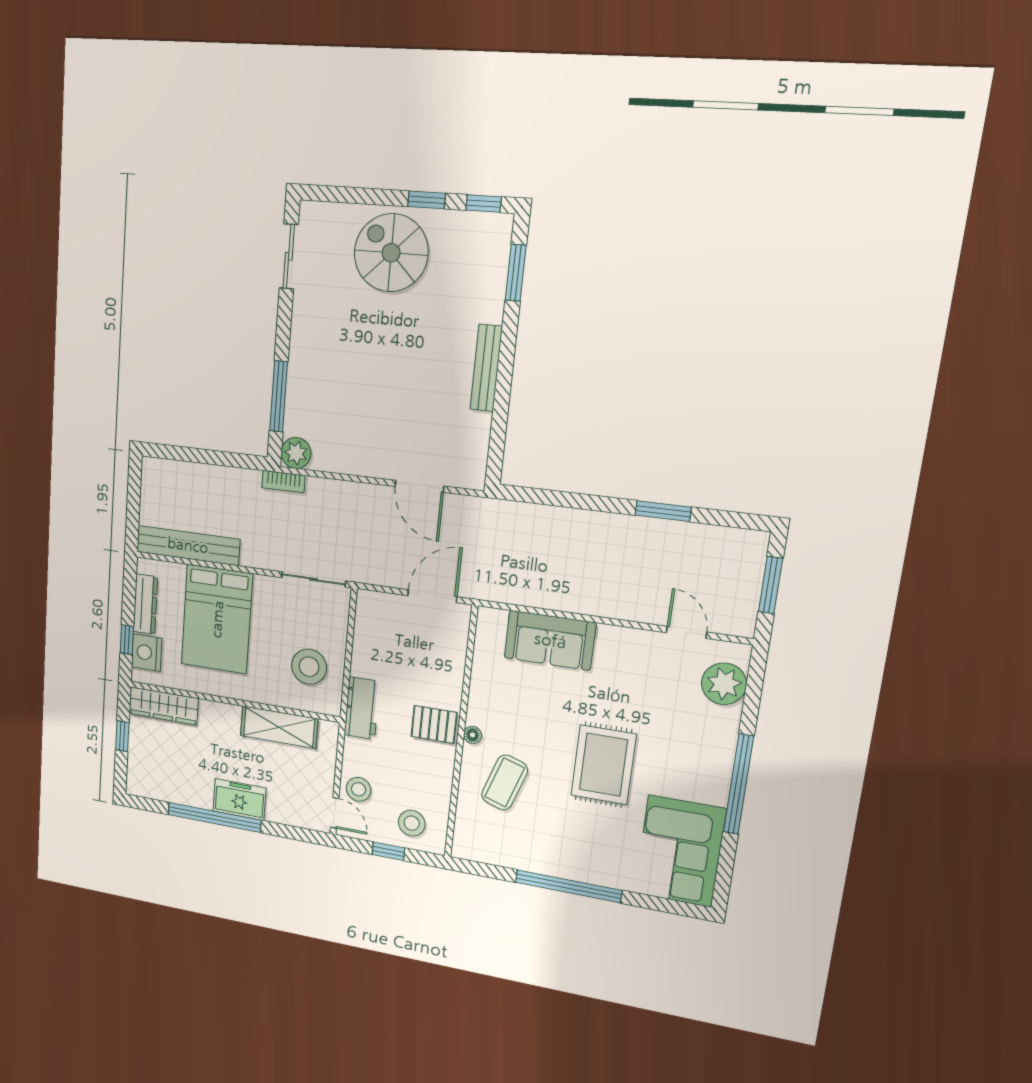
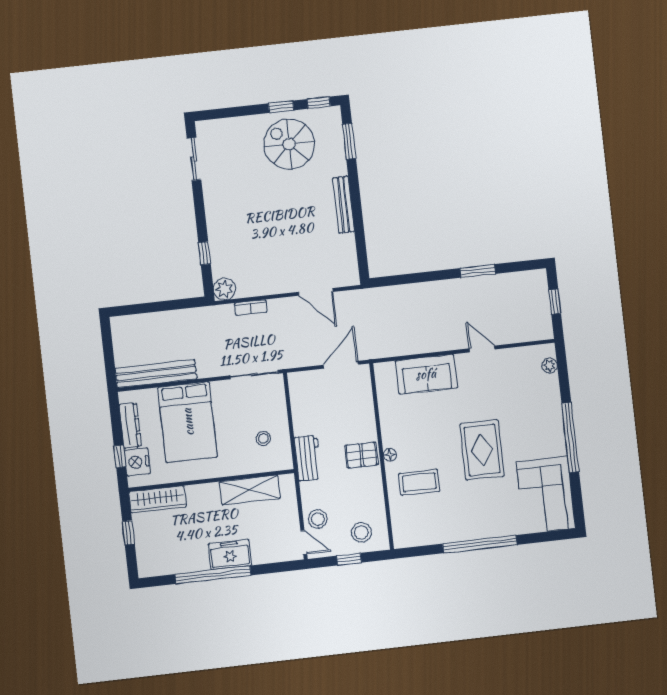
spiral stairs: (391, 253) -> (289, 144), moved
window: (279, 396) -> (204, 253), width x0.46
bookcase: (283, 482) -> (251, 307), moved
window: (771, 585) -> (555, 302), width x0.67
door: (686, 632) -> (482, 349), moved
stool: (309, 667) -> (263, 438), width x0.53, depth x0.53
plant: (724, 684) -> (550, 366), width x0.53, depth x0.53
coffee table: (505, 782) -> (419, 482), turned 72

